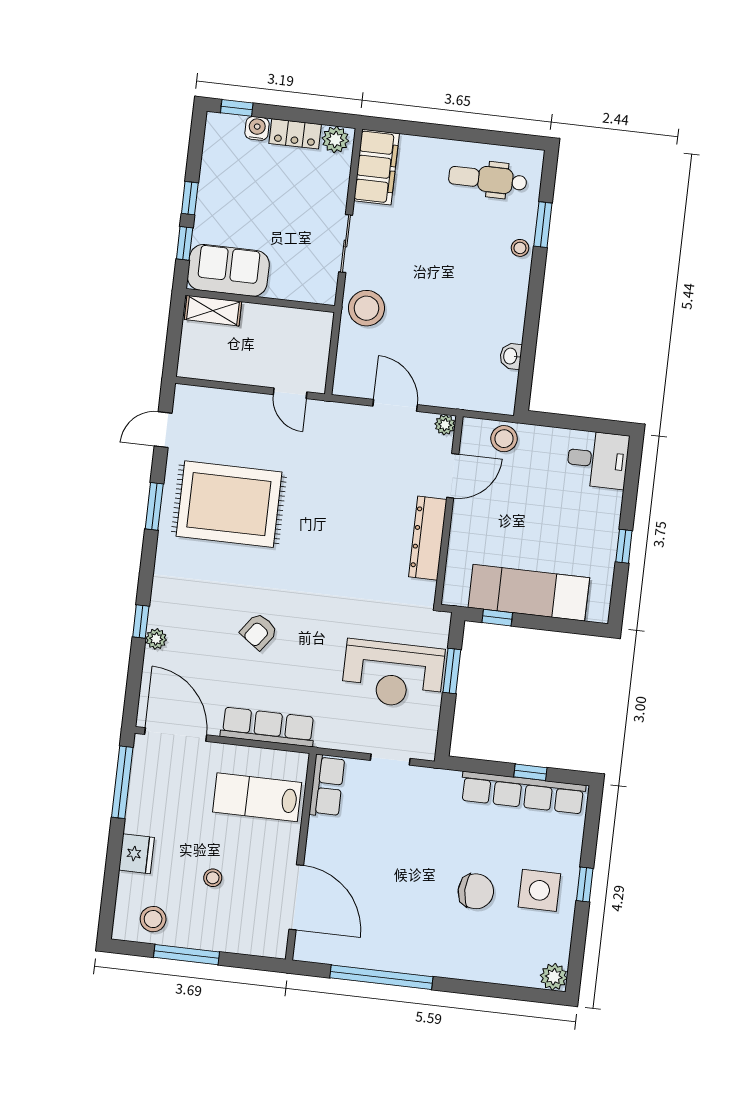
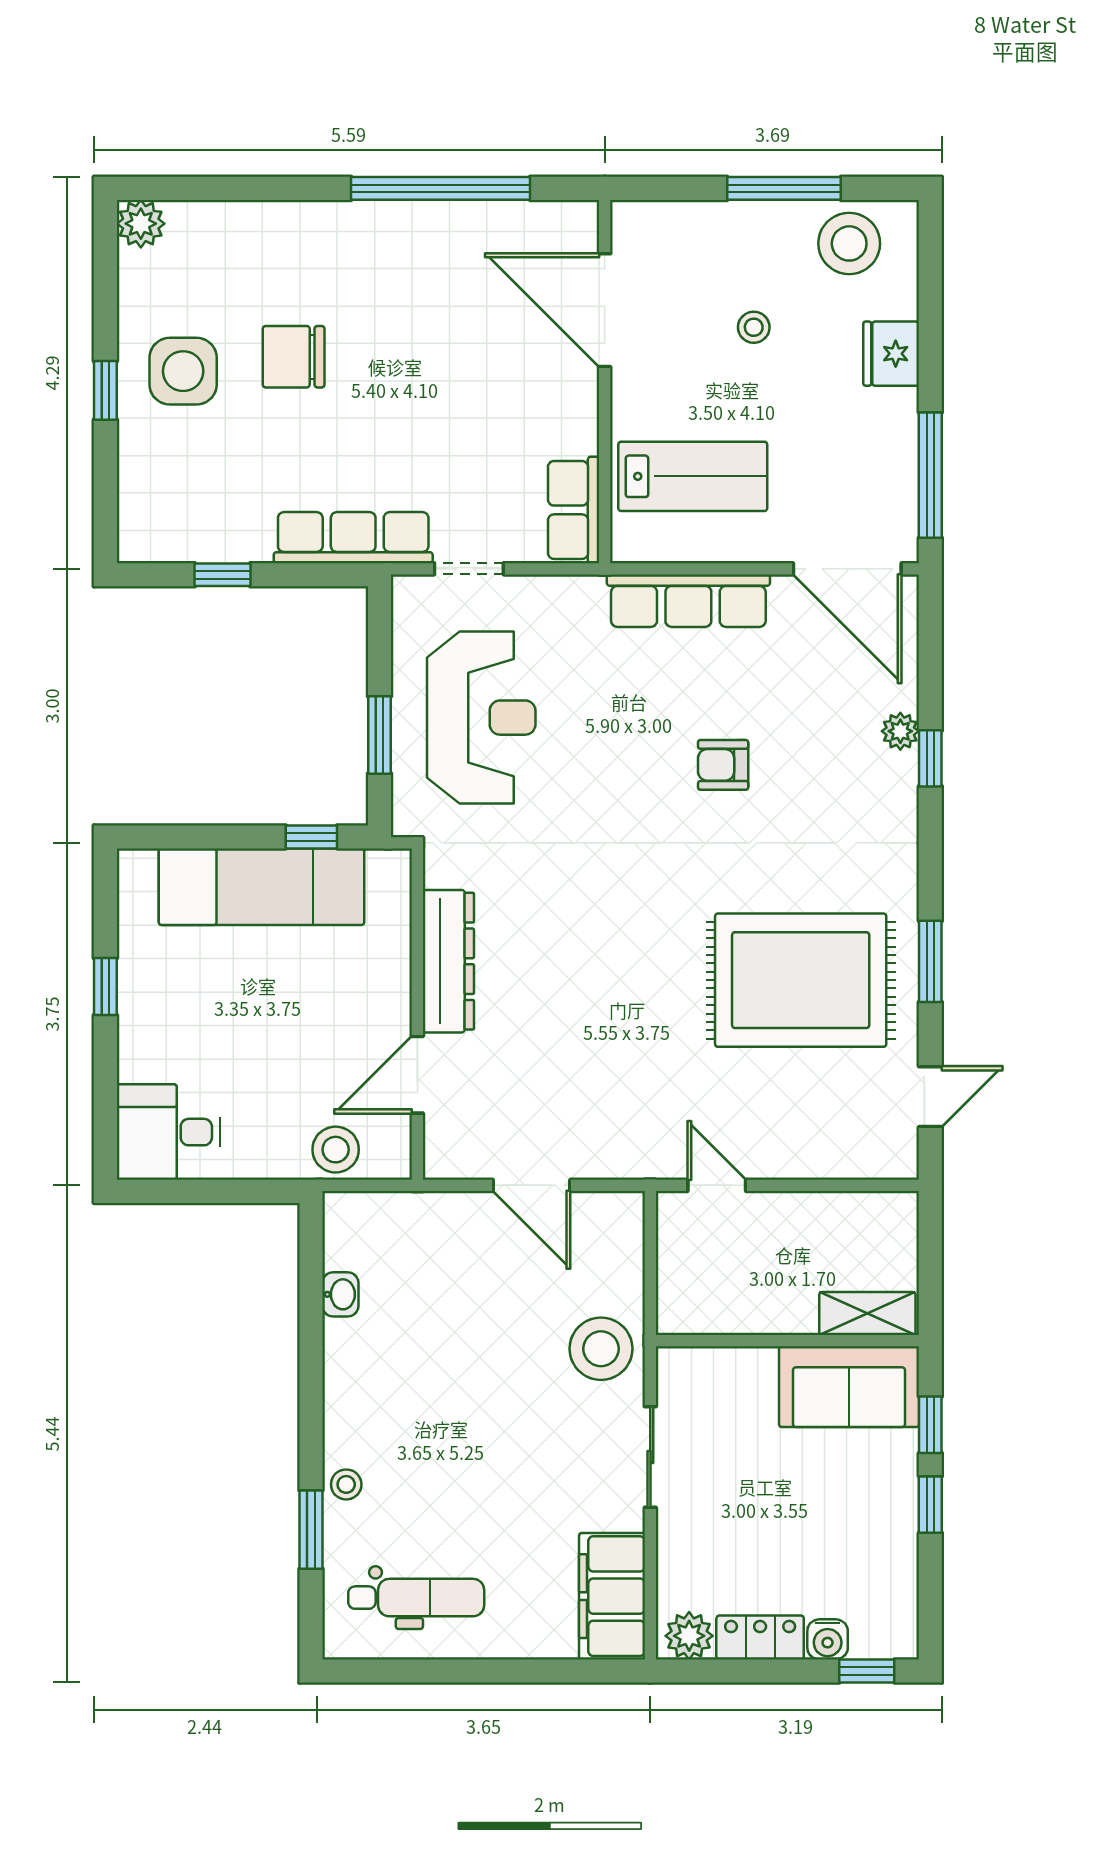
plant: (445, 425) -> (441, 1162), removed
armchair: (259, 631) -> (723, 765), turned -126
reception desk: (393, 674) -> (481, 718), turned 90
row of seats: (523, 793) -> (353, 538), moved, width x0.73
stool: (153, 919) -> (849, 243), width x1.38, depth x1.38

